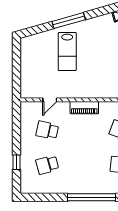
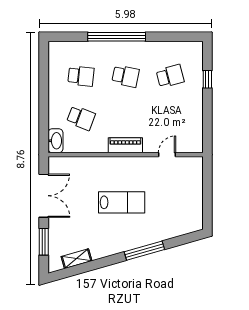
lab bench: (67, 52) -> (122, 202), moved, turned 90
school desk: (47, 130) -> (126, 76), moved

